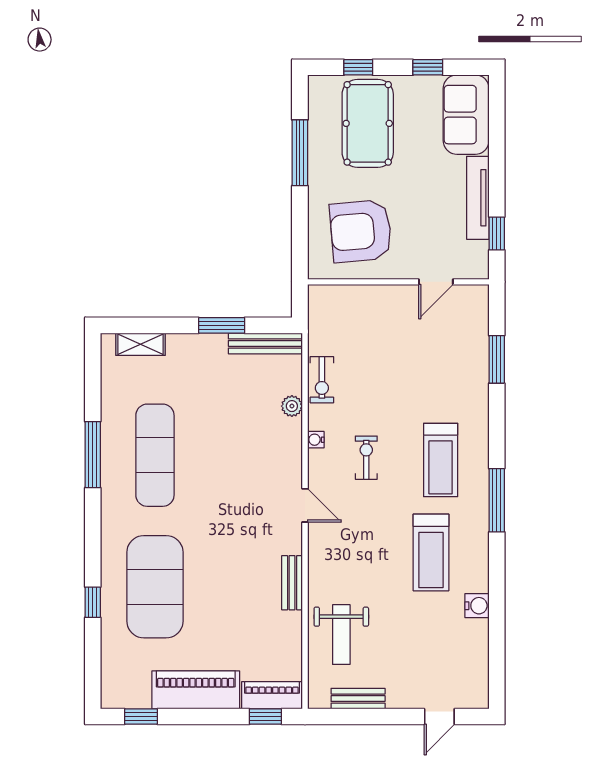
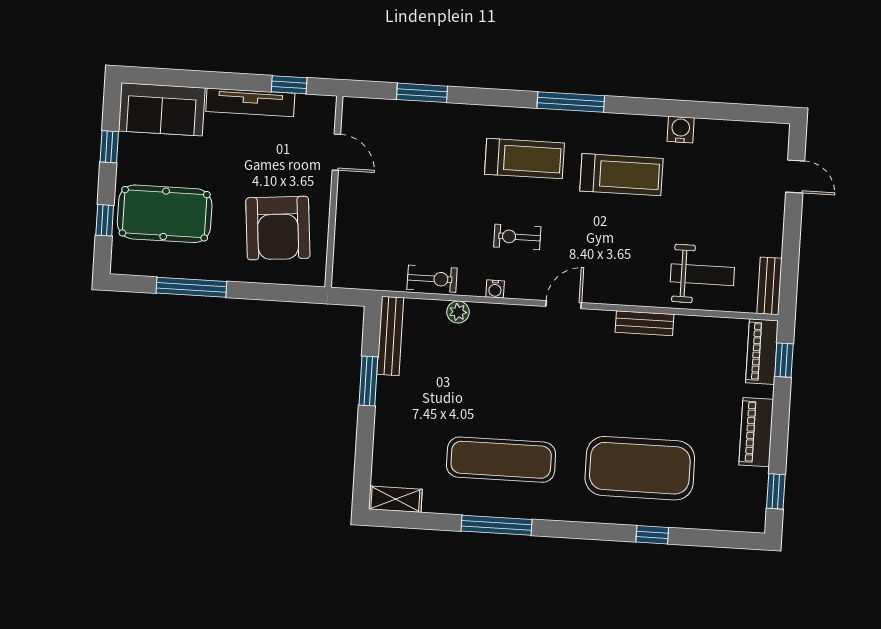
shelving: (141, 344) -> (395, 499), moved, turned 90
piano: (196, 690) -> (756, 432), width x0.73, depth x0.75
bench: (358, 699) -> (769, 286), moved

